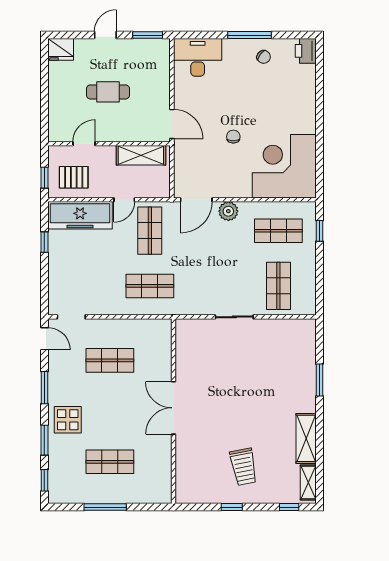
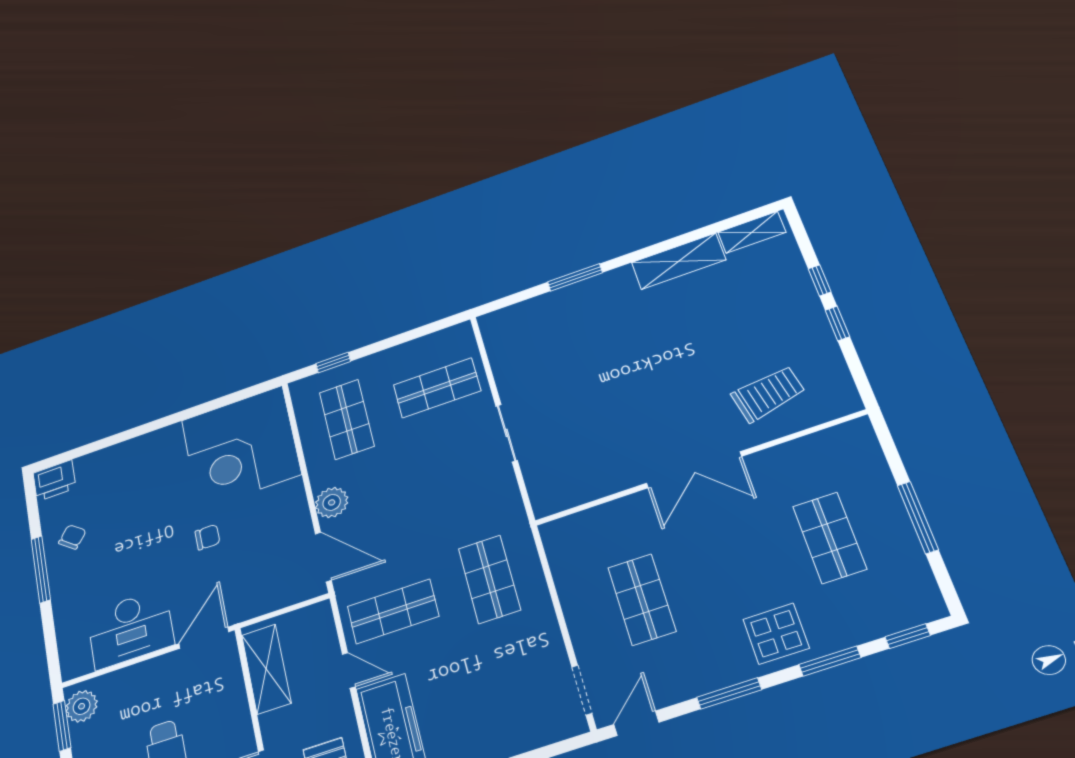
plant: (155, 48) -> (82, 706), added
desk: (198, 57) -> (130, 629), moved, turned -90
chair: (233, 137) -> (207, 537), turned 180
trolley: (244, 467) -> (768, 394), moved
window: (289, 507) -> (820, 280), moved

